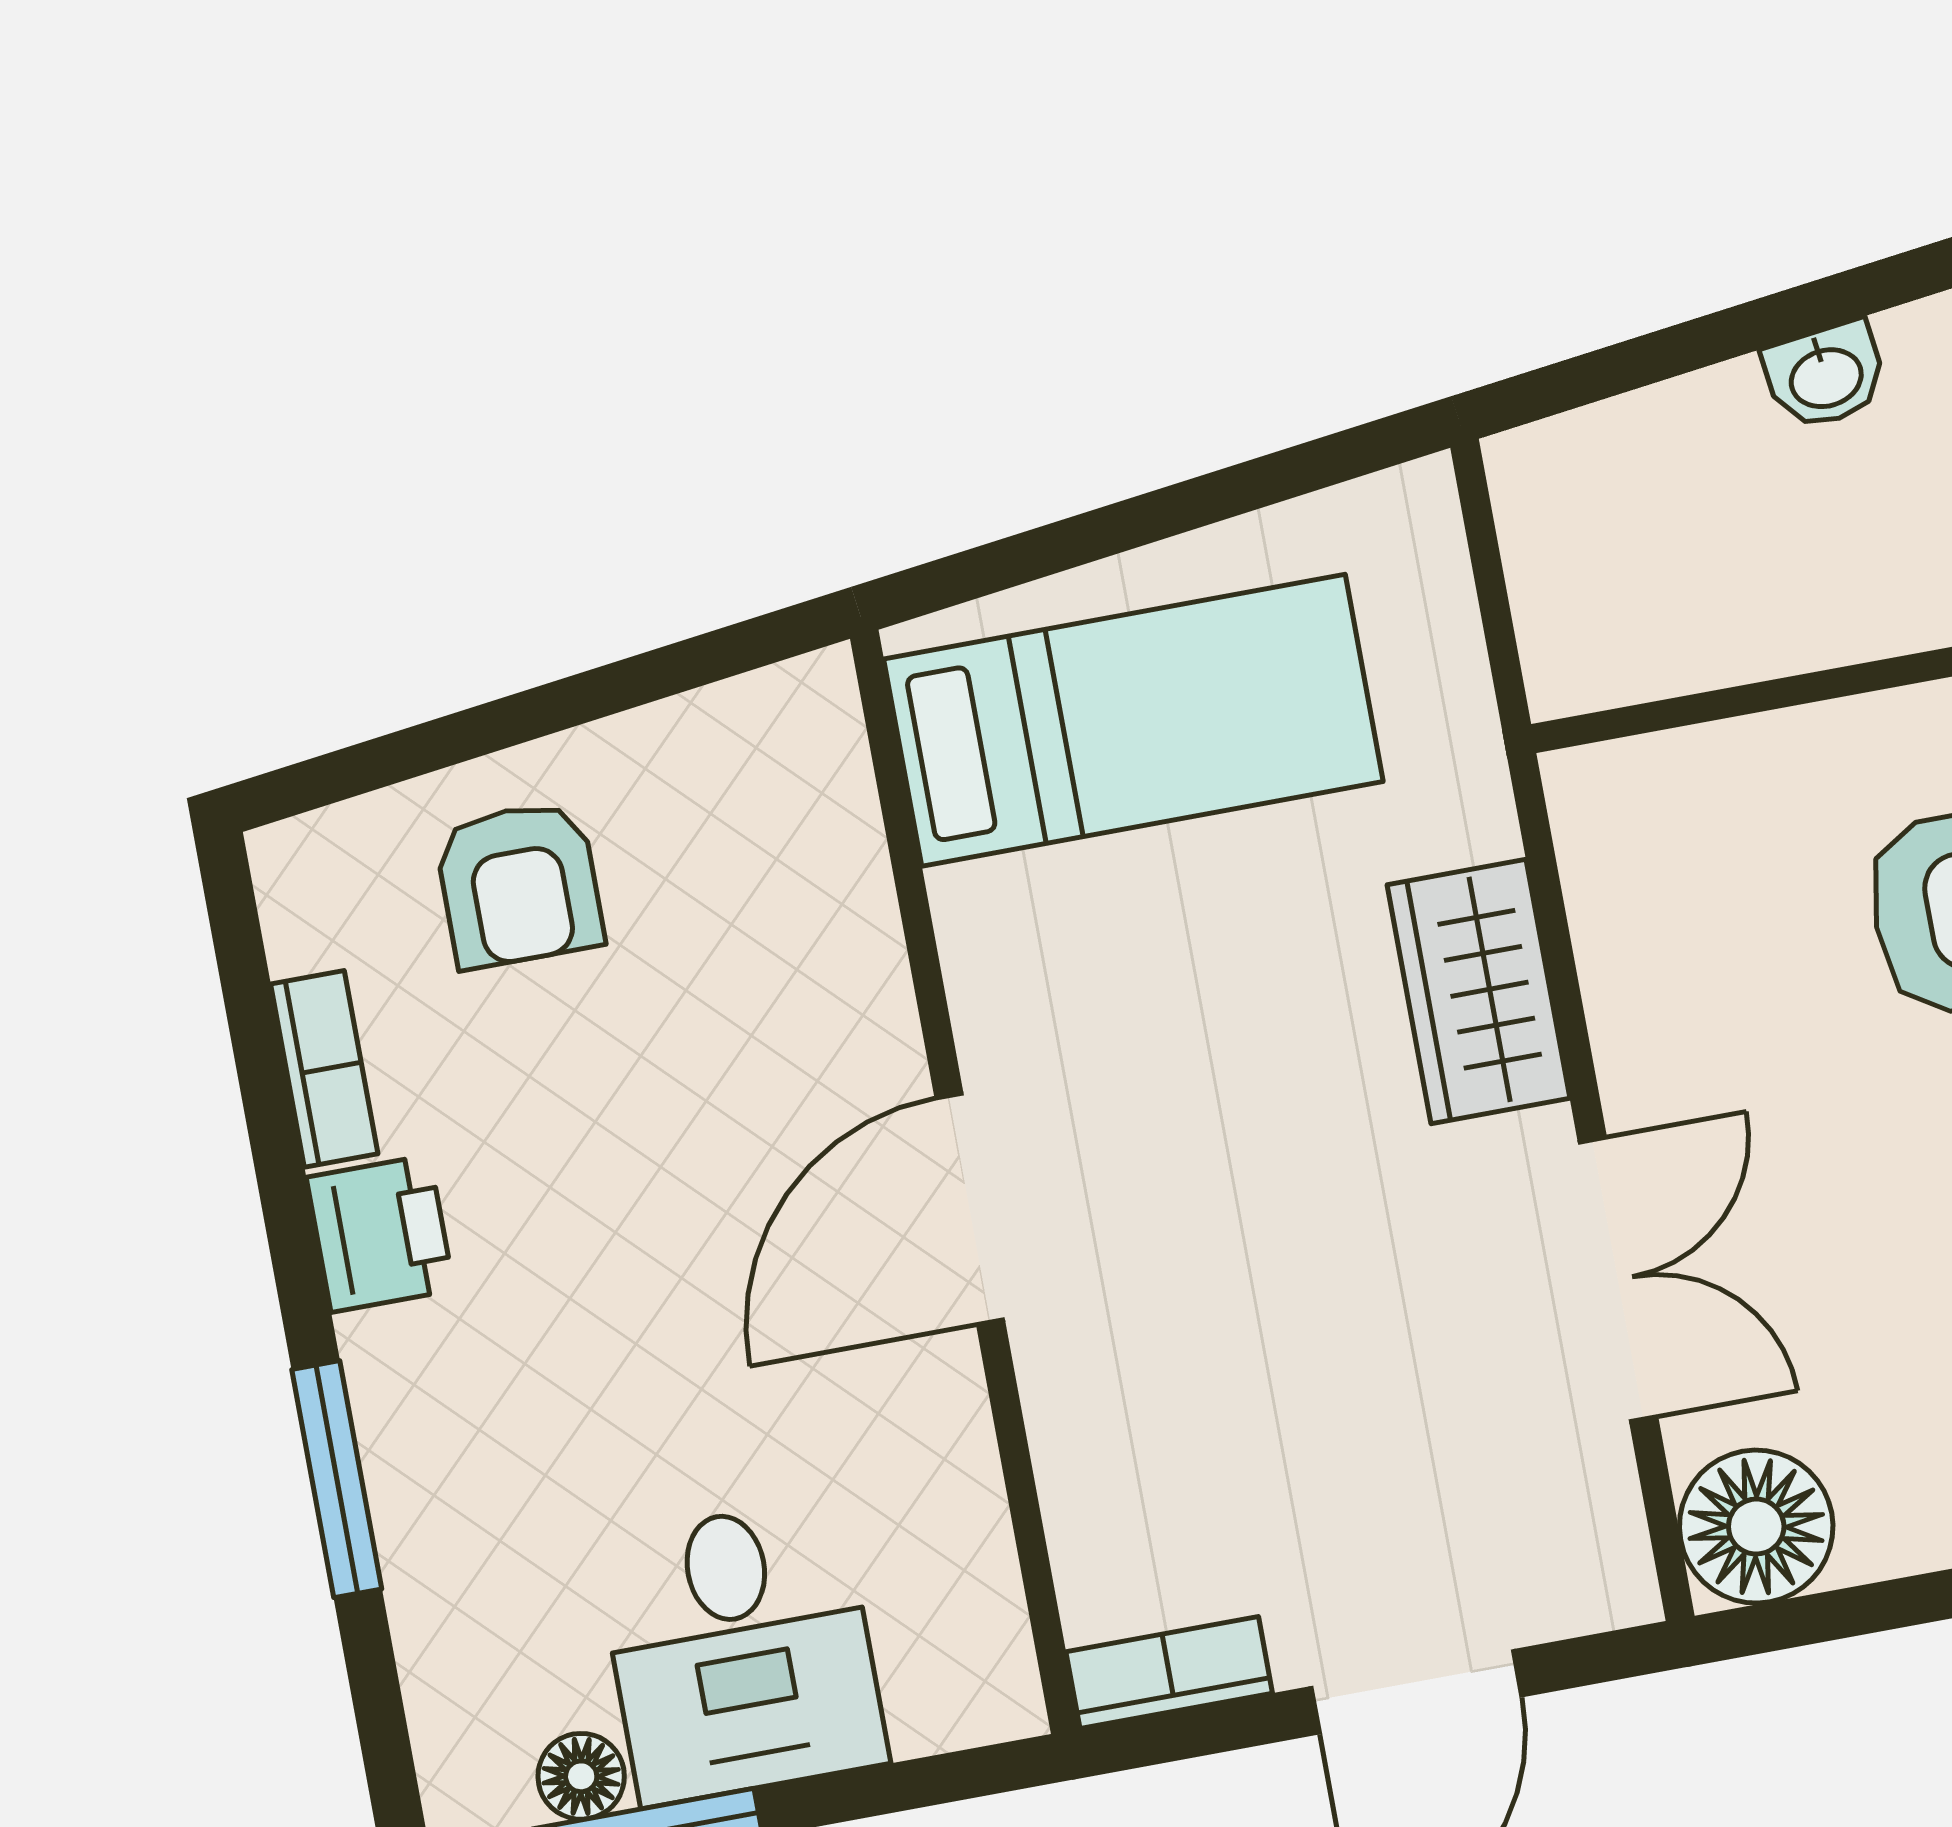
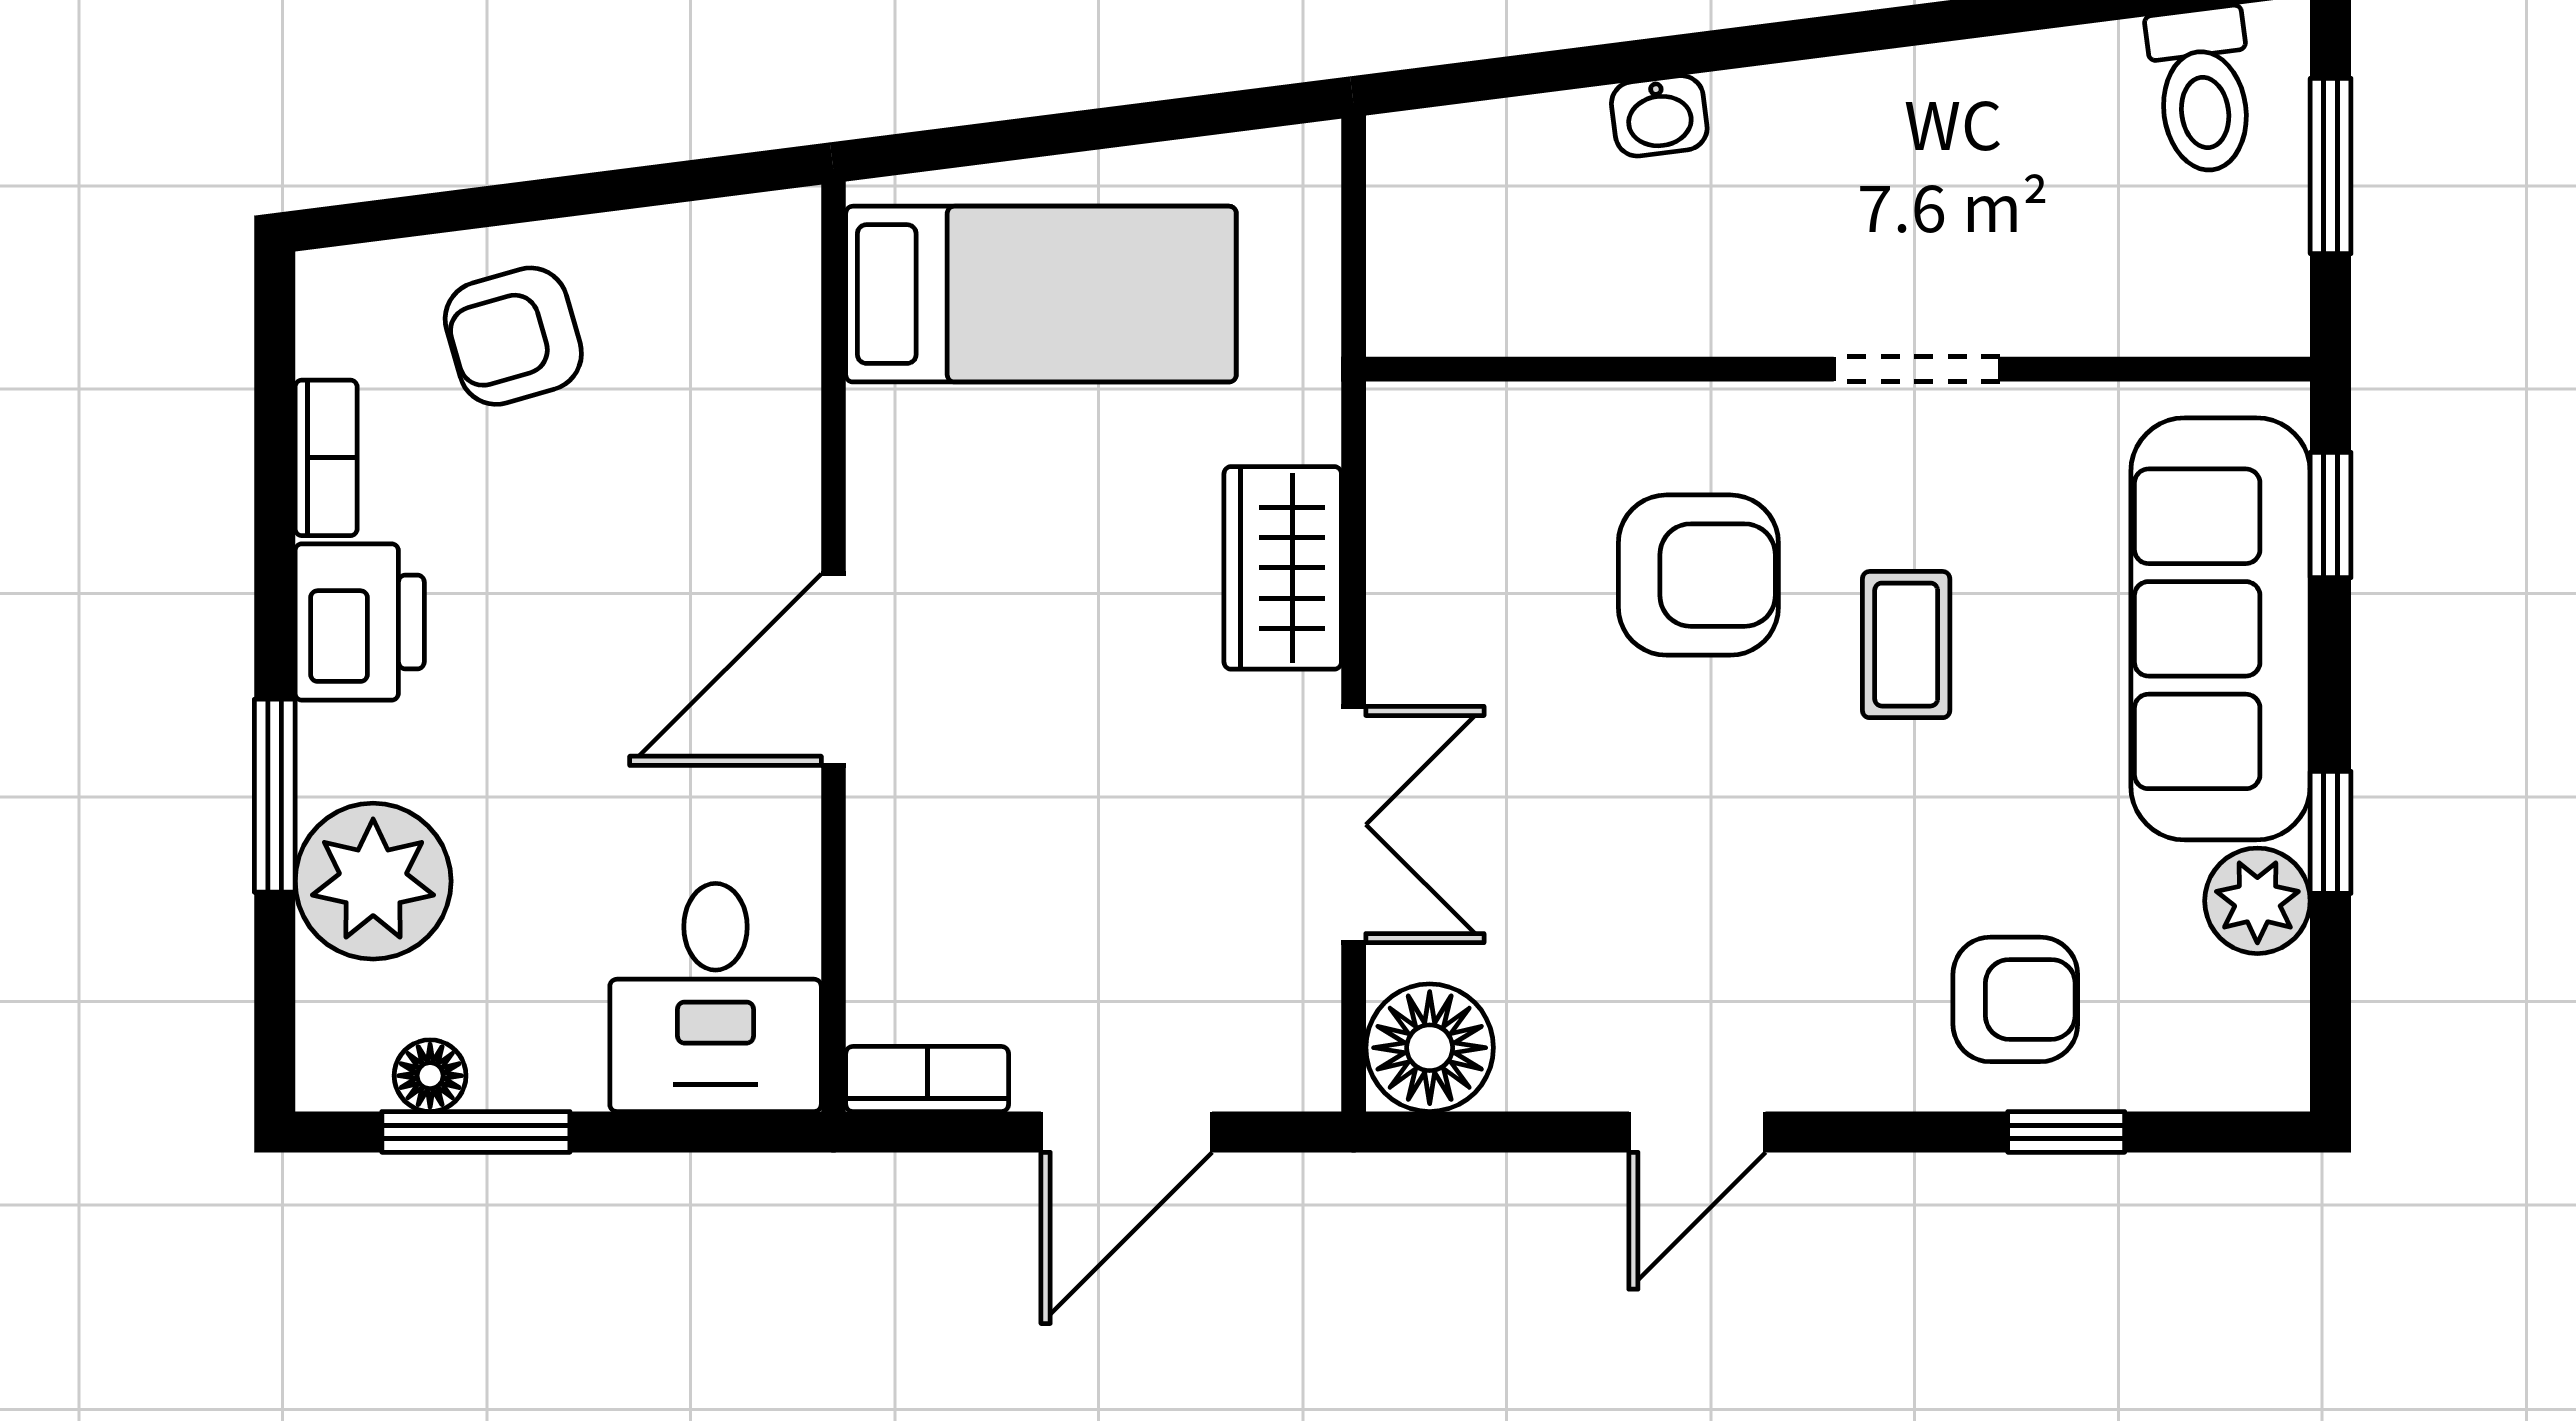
armchair: (519, 884) -> (513, 336), turned 74
printer: (380, 1234) -> (360, 622), width x1.36, depth x1.24
plant: (472, 1559) -> (373, 881), added
desk: (741, 1651) -> (716, 997), moved

